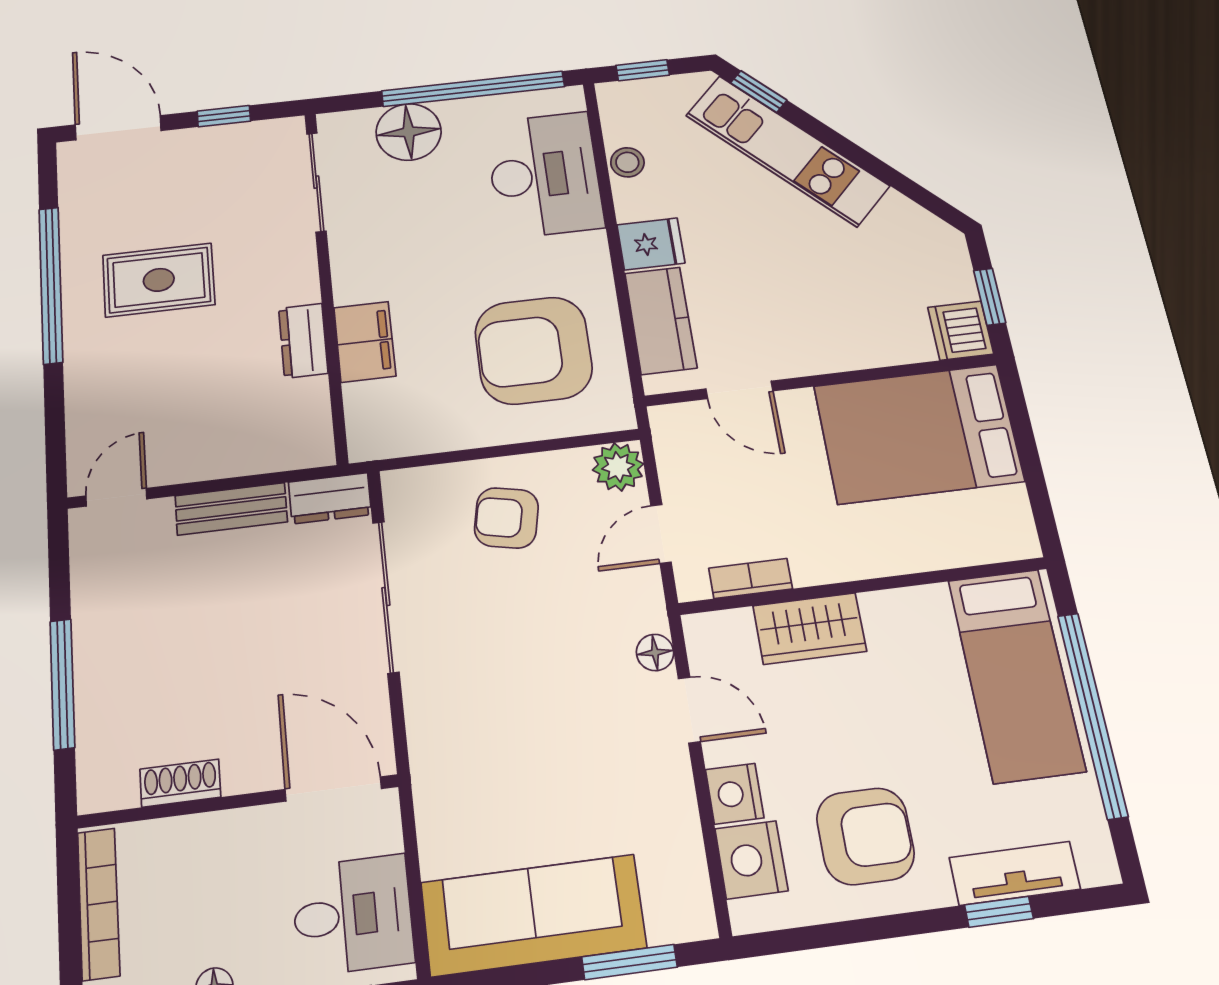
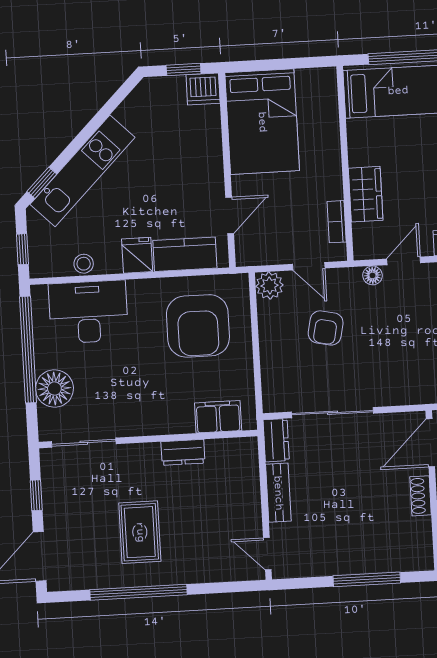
filing cabinet: (365, 342) -> (218, 417), moved
armchair: (506, 518) -> (326, 328), moved
shoe rack: (180, 783) -> (421, 496), moved

